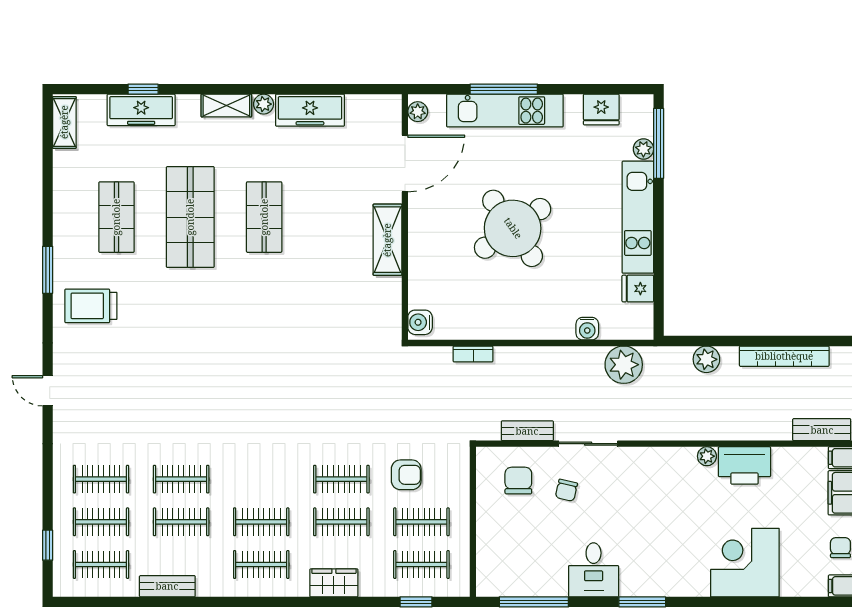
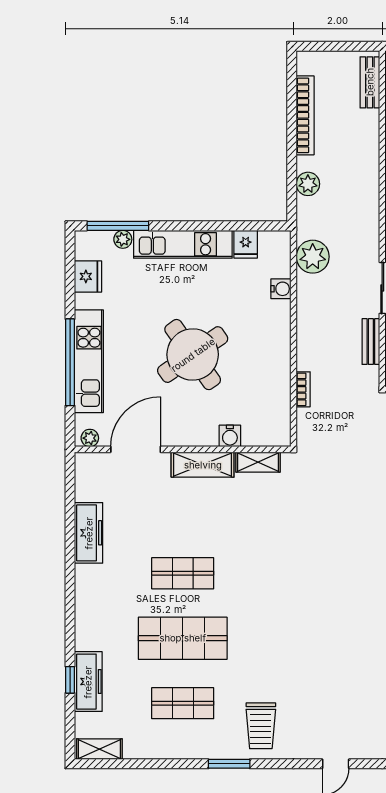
window: (504, 89) -> (70, 362), width x1.46
plant: (264, 104) -> (83, 574), removed
shelving: (226, 105) -> (258, 462), moved, turned 90
door: (405, 163) -> (136, 449), hinge flipped
water cooler: (420, 322) -> (230, 436), moved

